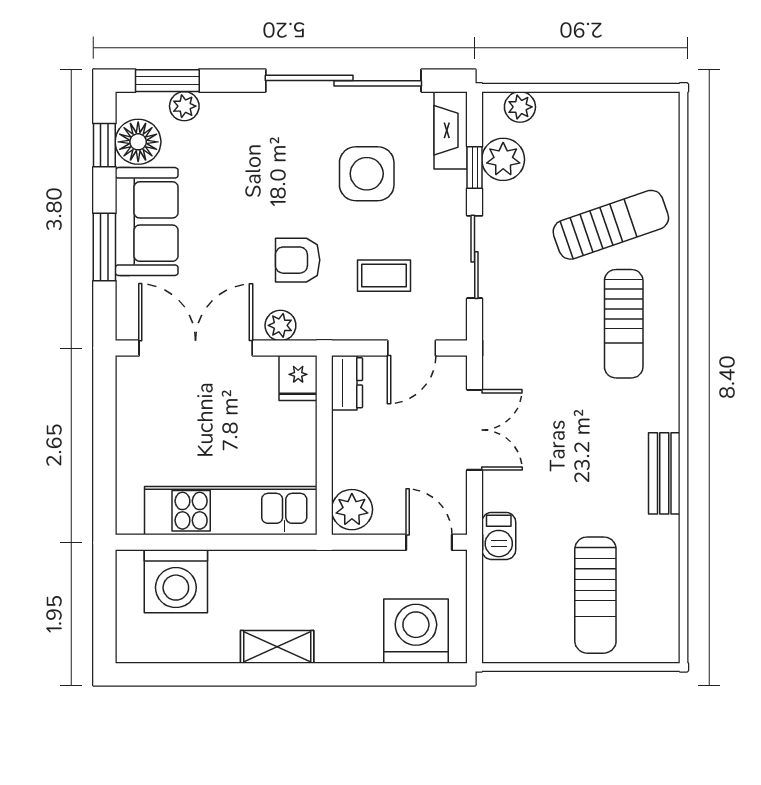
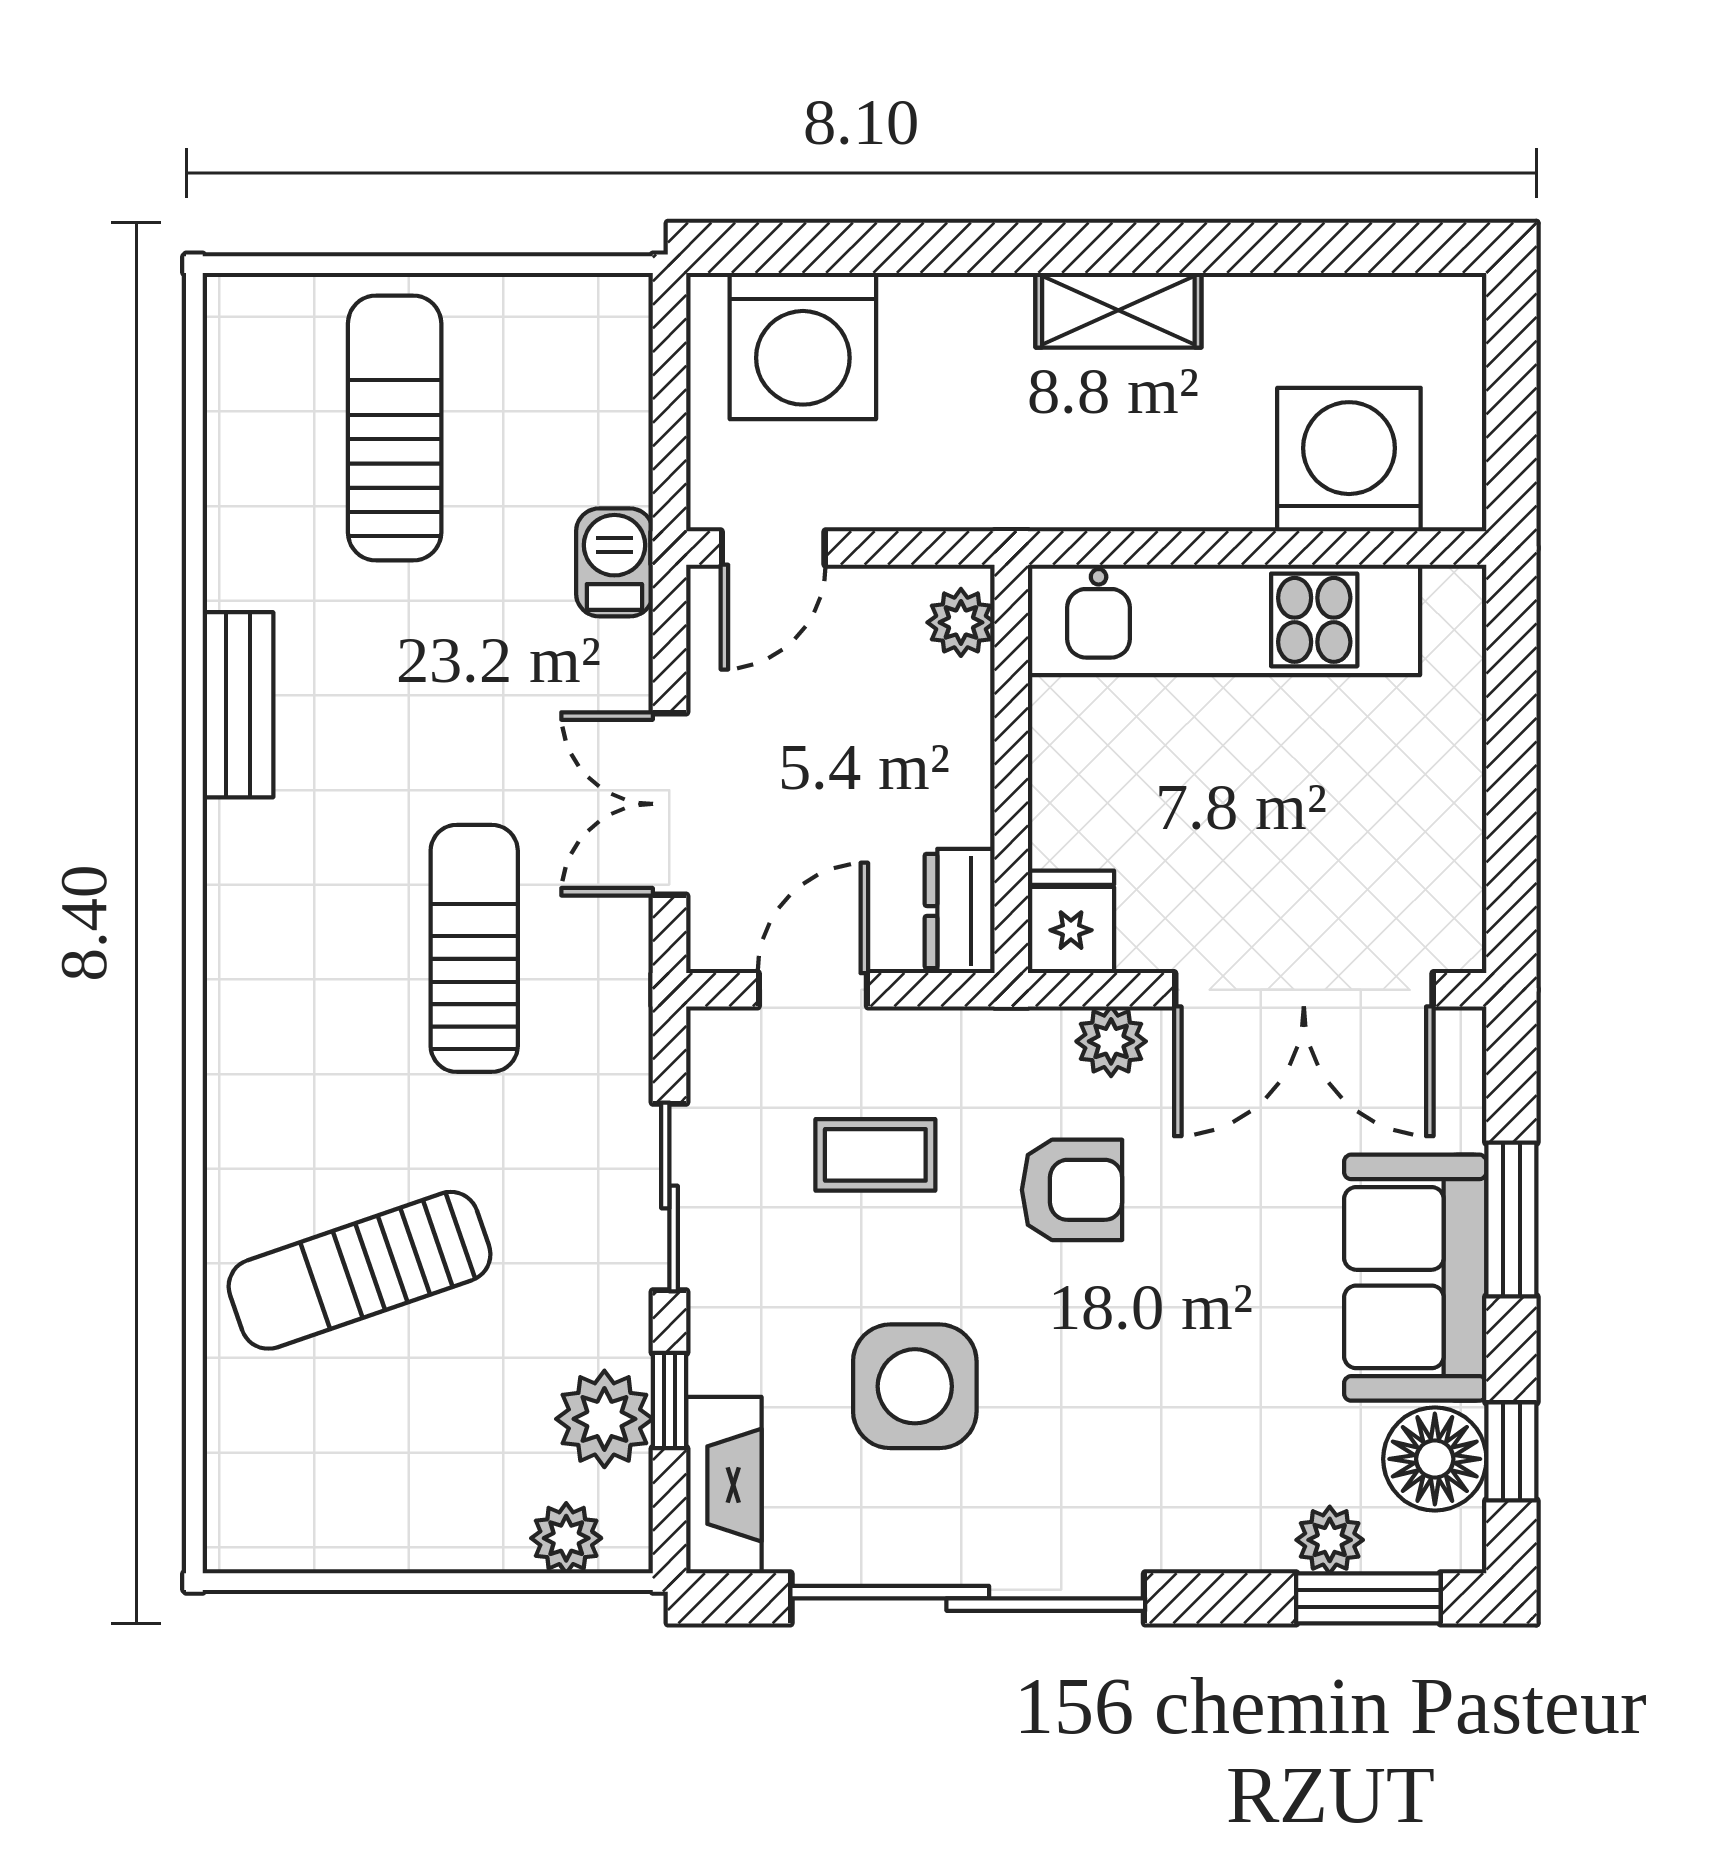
sun lounger: (624, 324) -> (474, 948), moved
plant: (352, 510) -> (961, 622), width x0.73, depth x0.73
door: (429, 542) -> (773, 548), hinge flipped

